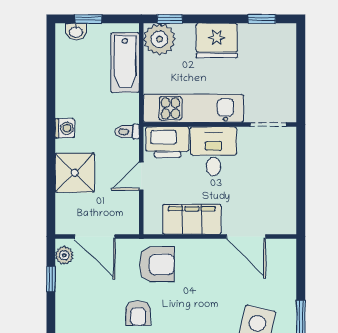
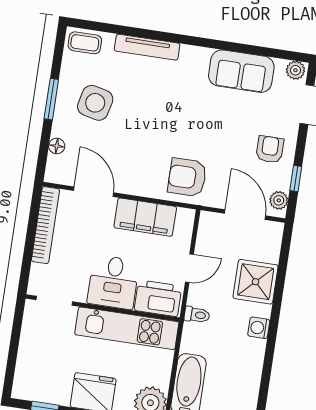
bookcase: (288, 197) -> (45, 225), added
floor lamp: (289, 276) -> (57, 146), added
armchair: (138, 313) -> (270, 149), moved

